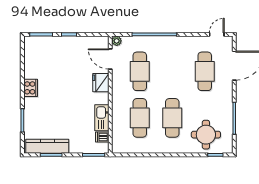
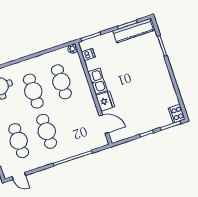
door: (217, 34) -> (19, 176), hinge flipped
plant: (117, 41) -> (73, 49), moved
cafe table: (140, 71) -> (47, 131), moved
cooker: (31, 88) -> (177, 114), moved
kitchen sink: (102, 118) -> (98, 81), moved

